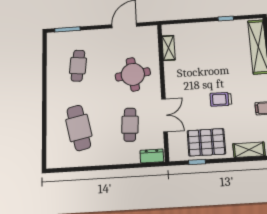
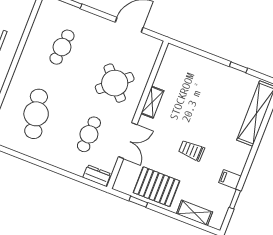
shelving: (169, 48) -> (152, 102), moved
round table: (133, 74) -> (115, 83), turned -35

